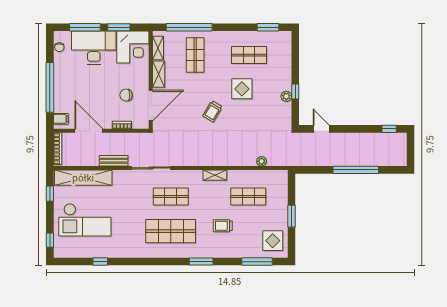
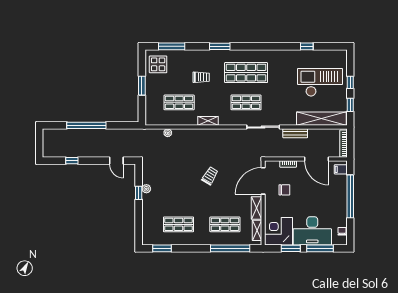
shop shelf: (195, 55) -> (225, 224), turned 90
display table: (242, 89) -> (185, 195), removed
window: (389, 129) -> (72, 161), moved
window: (50, 240) -> (350, 82), moved

